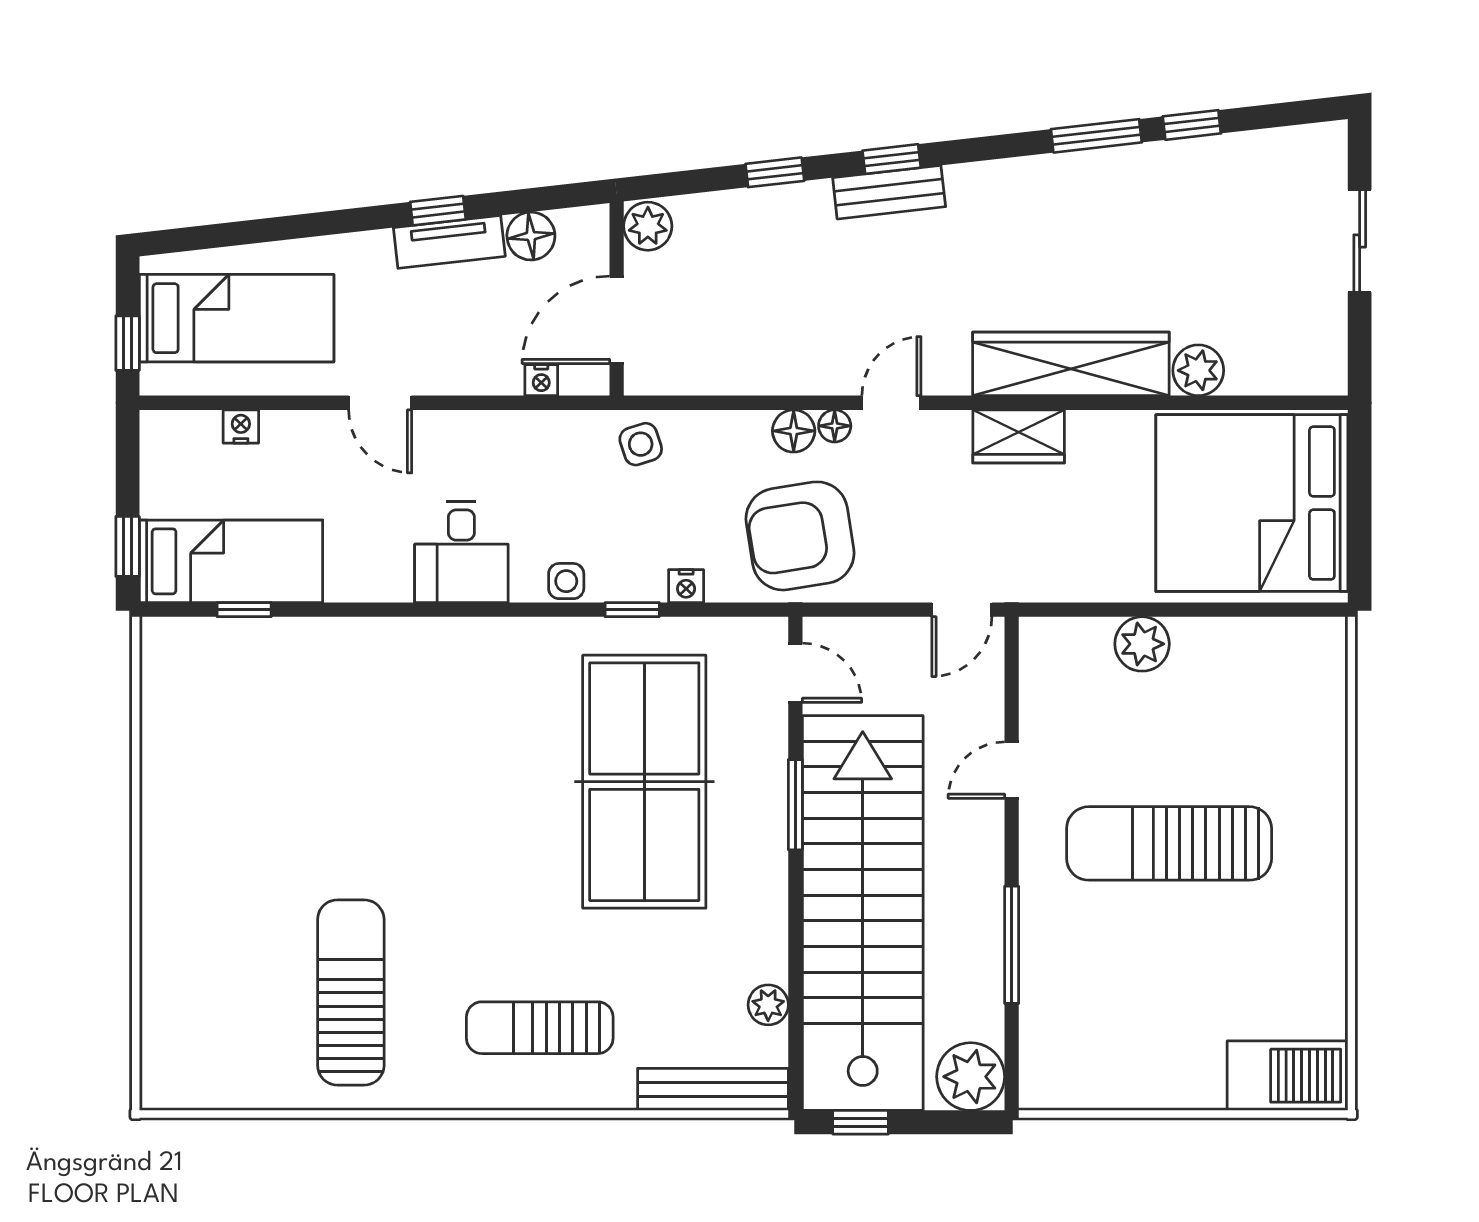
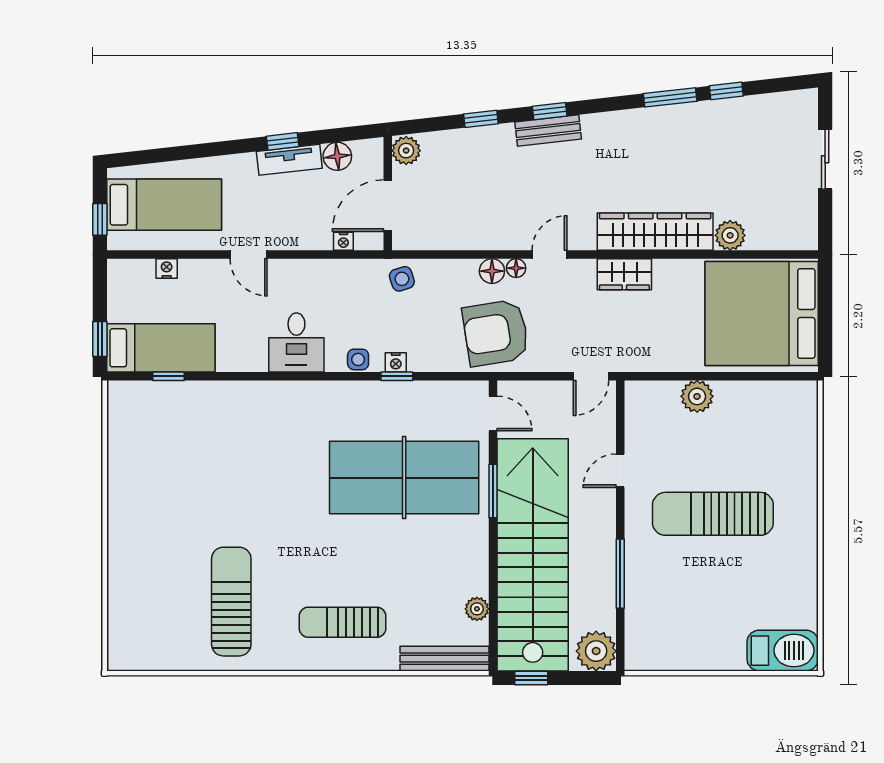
nightstand: (686, 586) -> (396, 362), moved
table tennis table: (644, 782) -> (404, 478), turned 90

